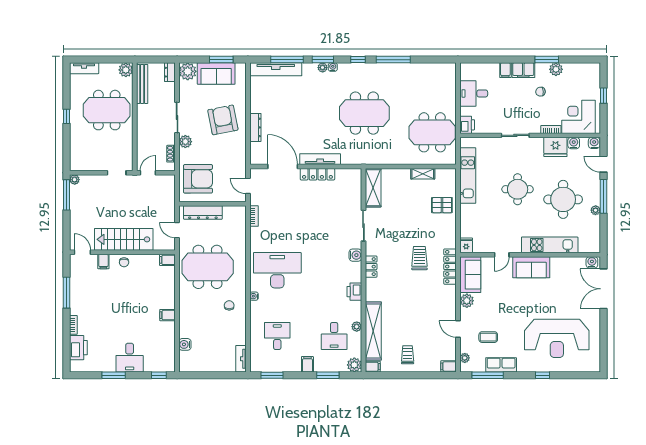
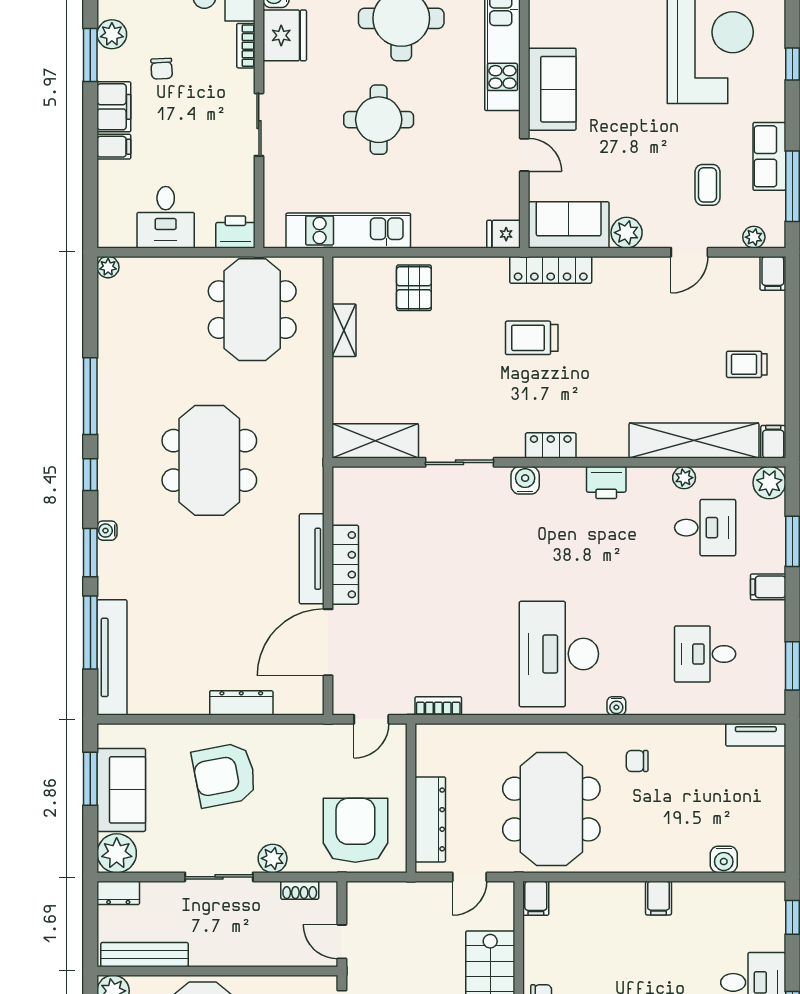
plant: (323, 68) -> (108, 267), moved

